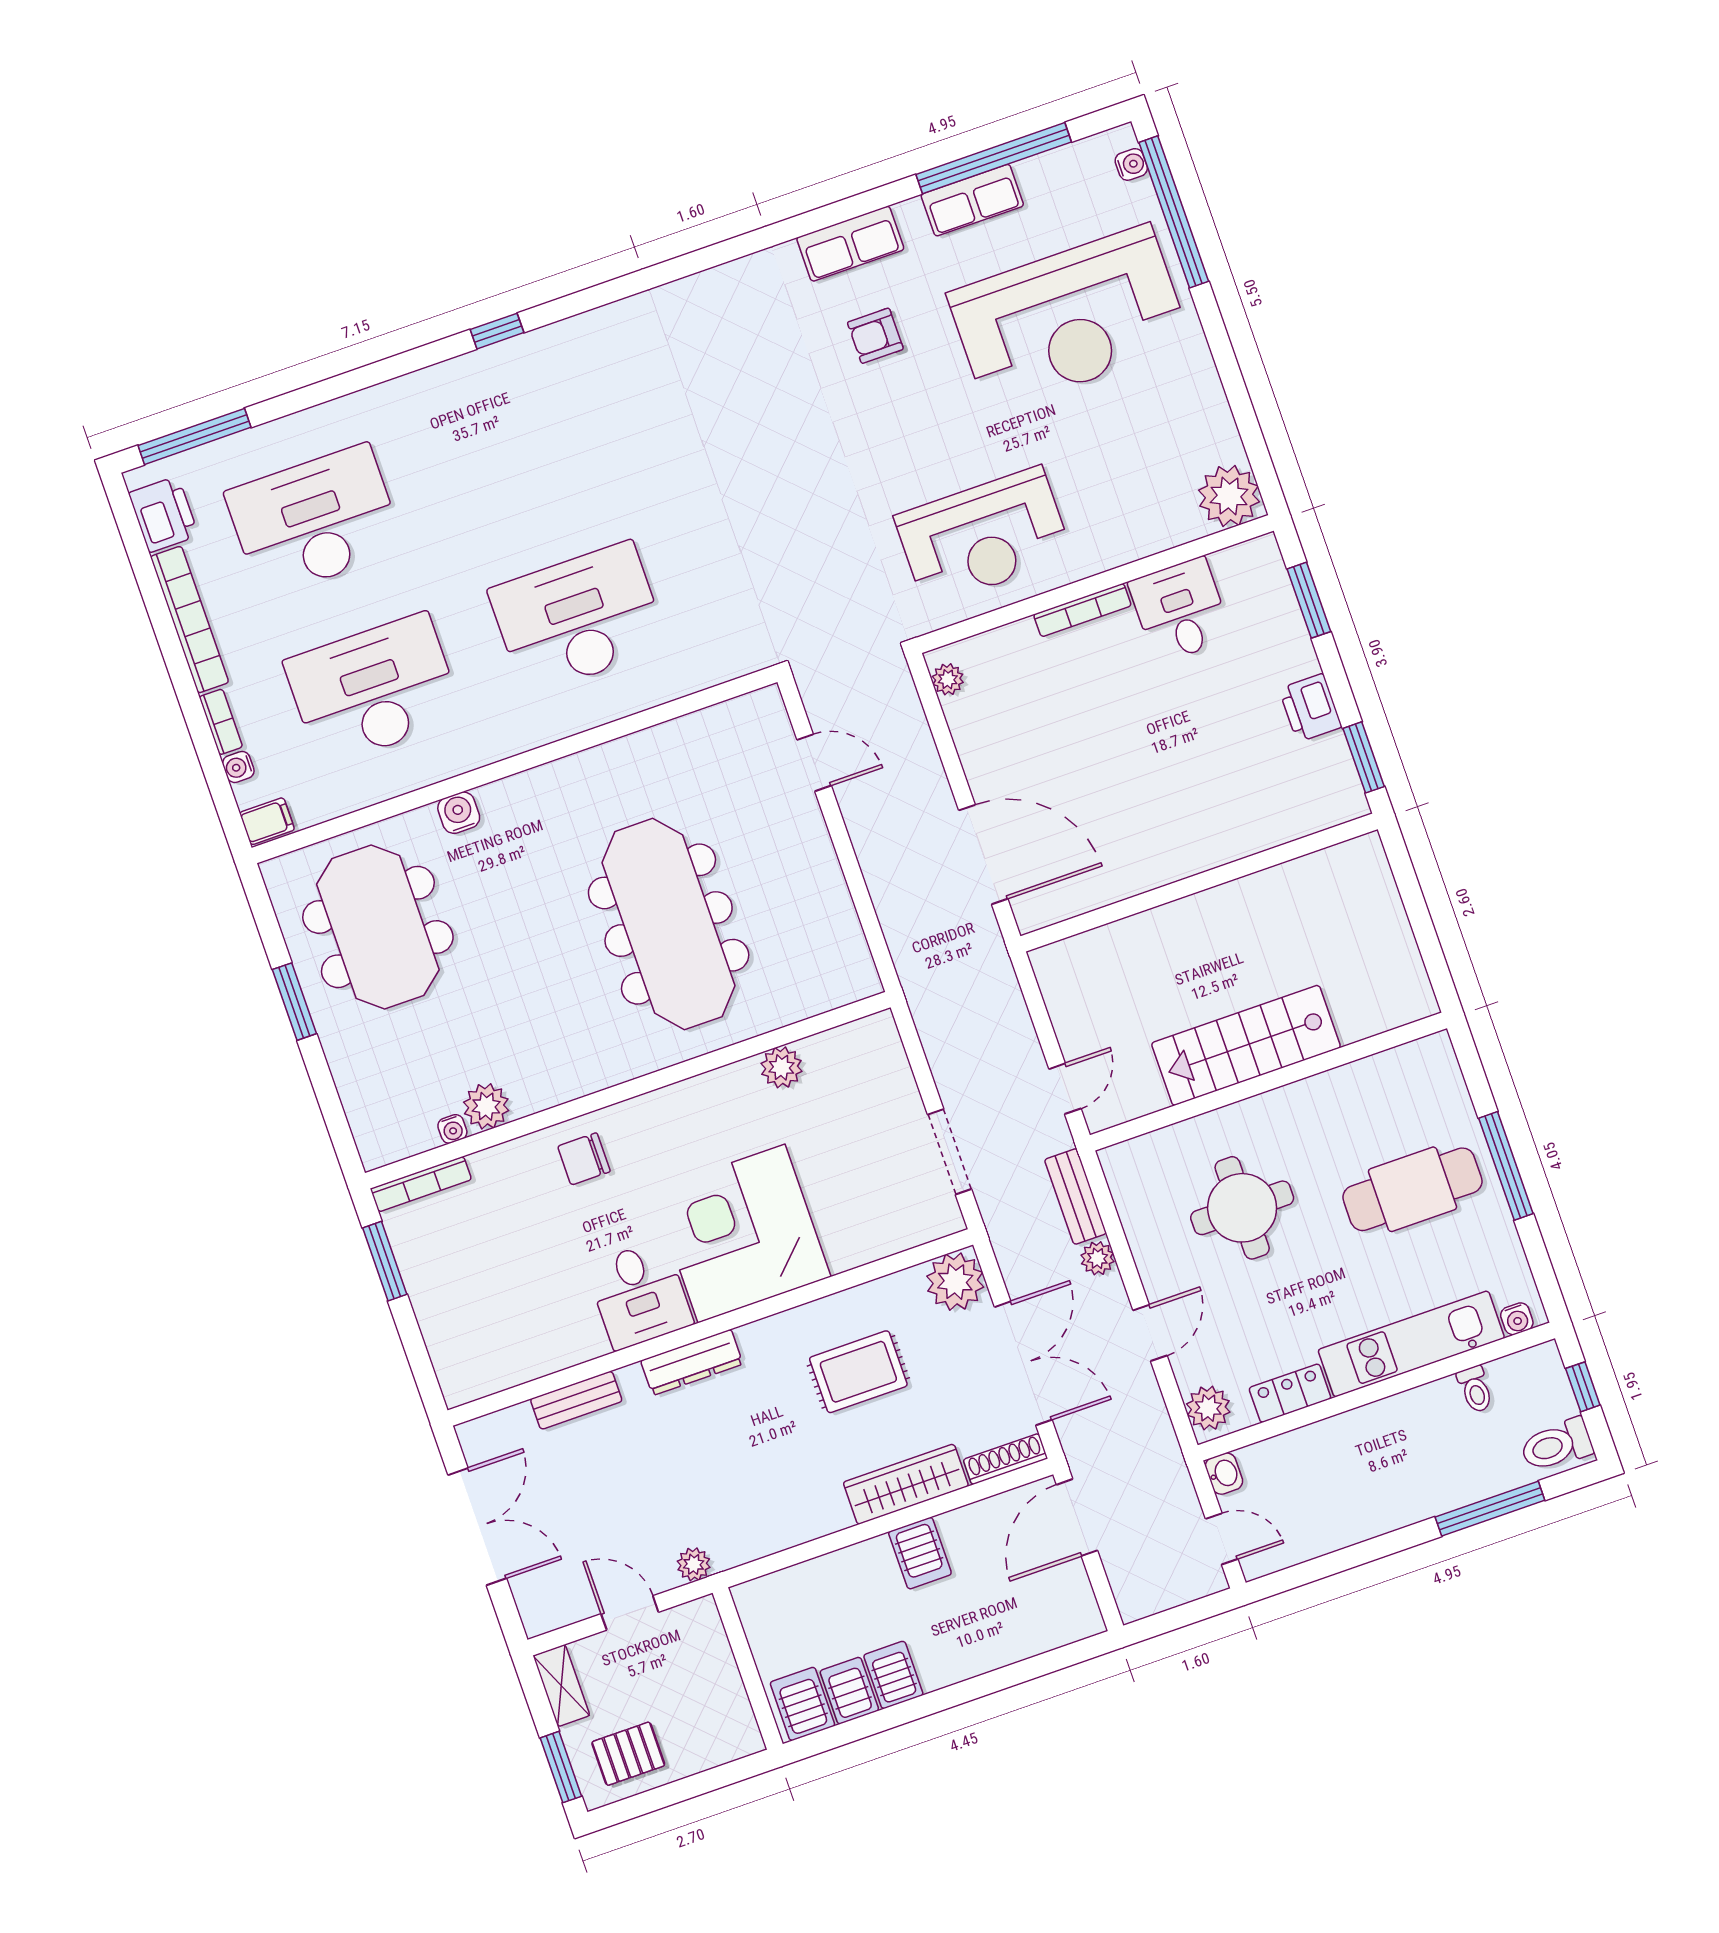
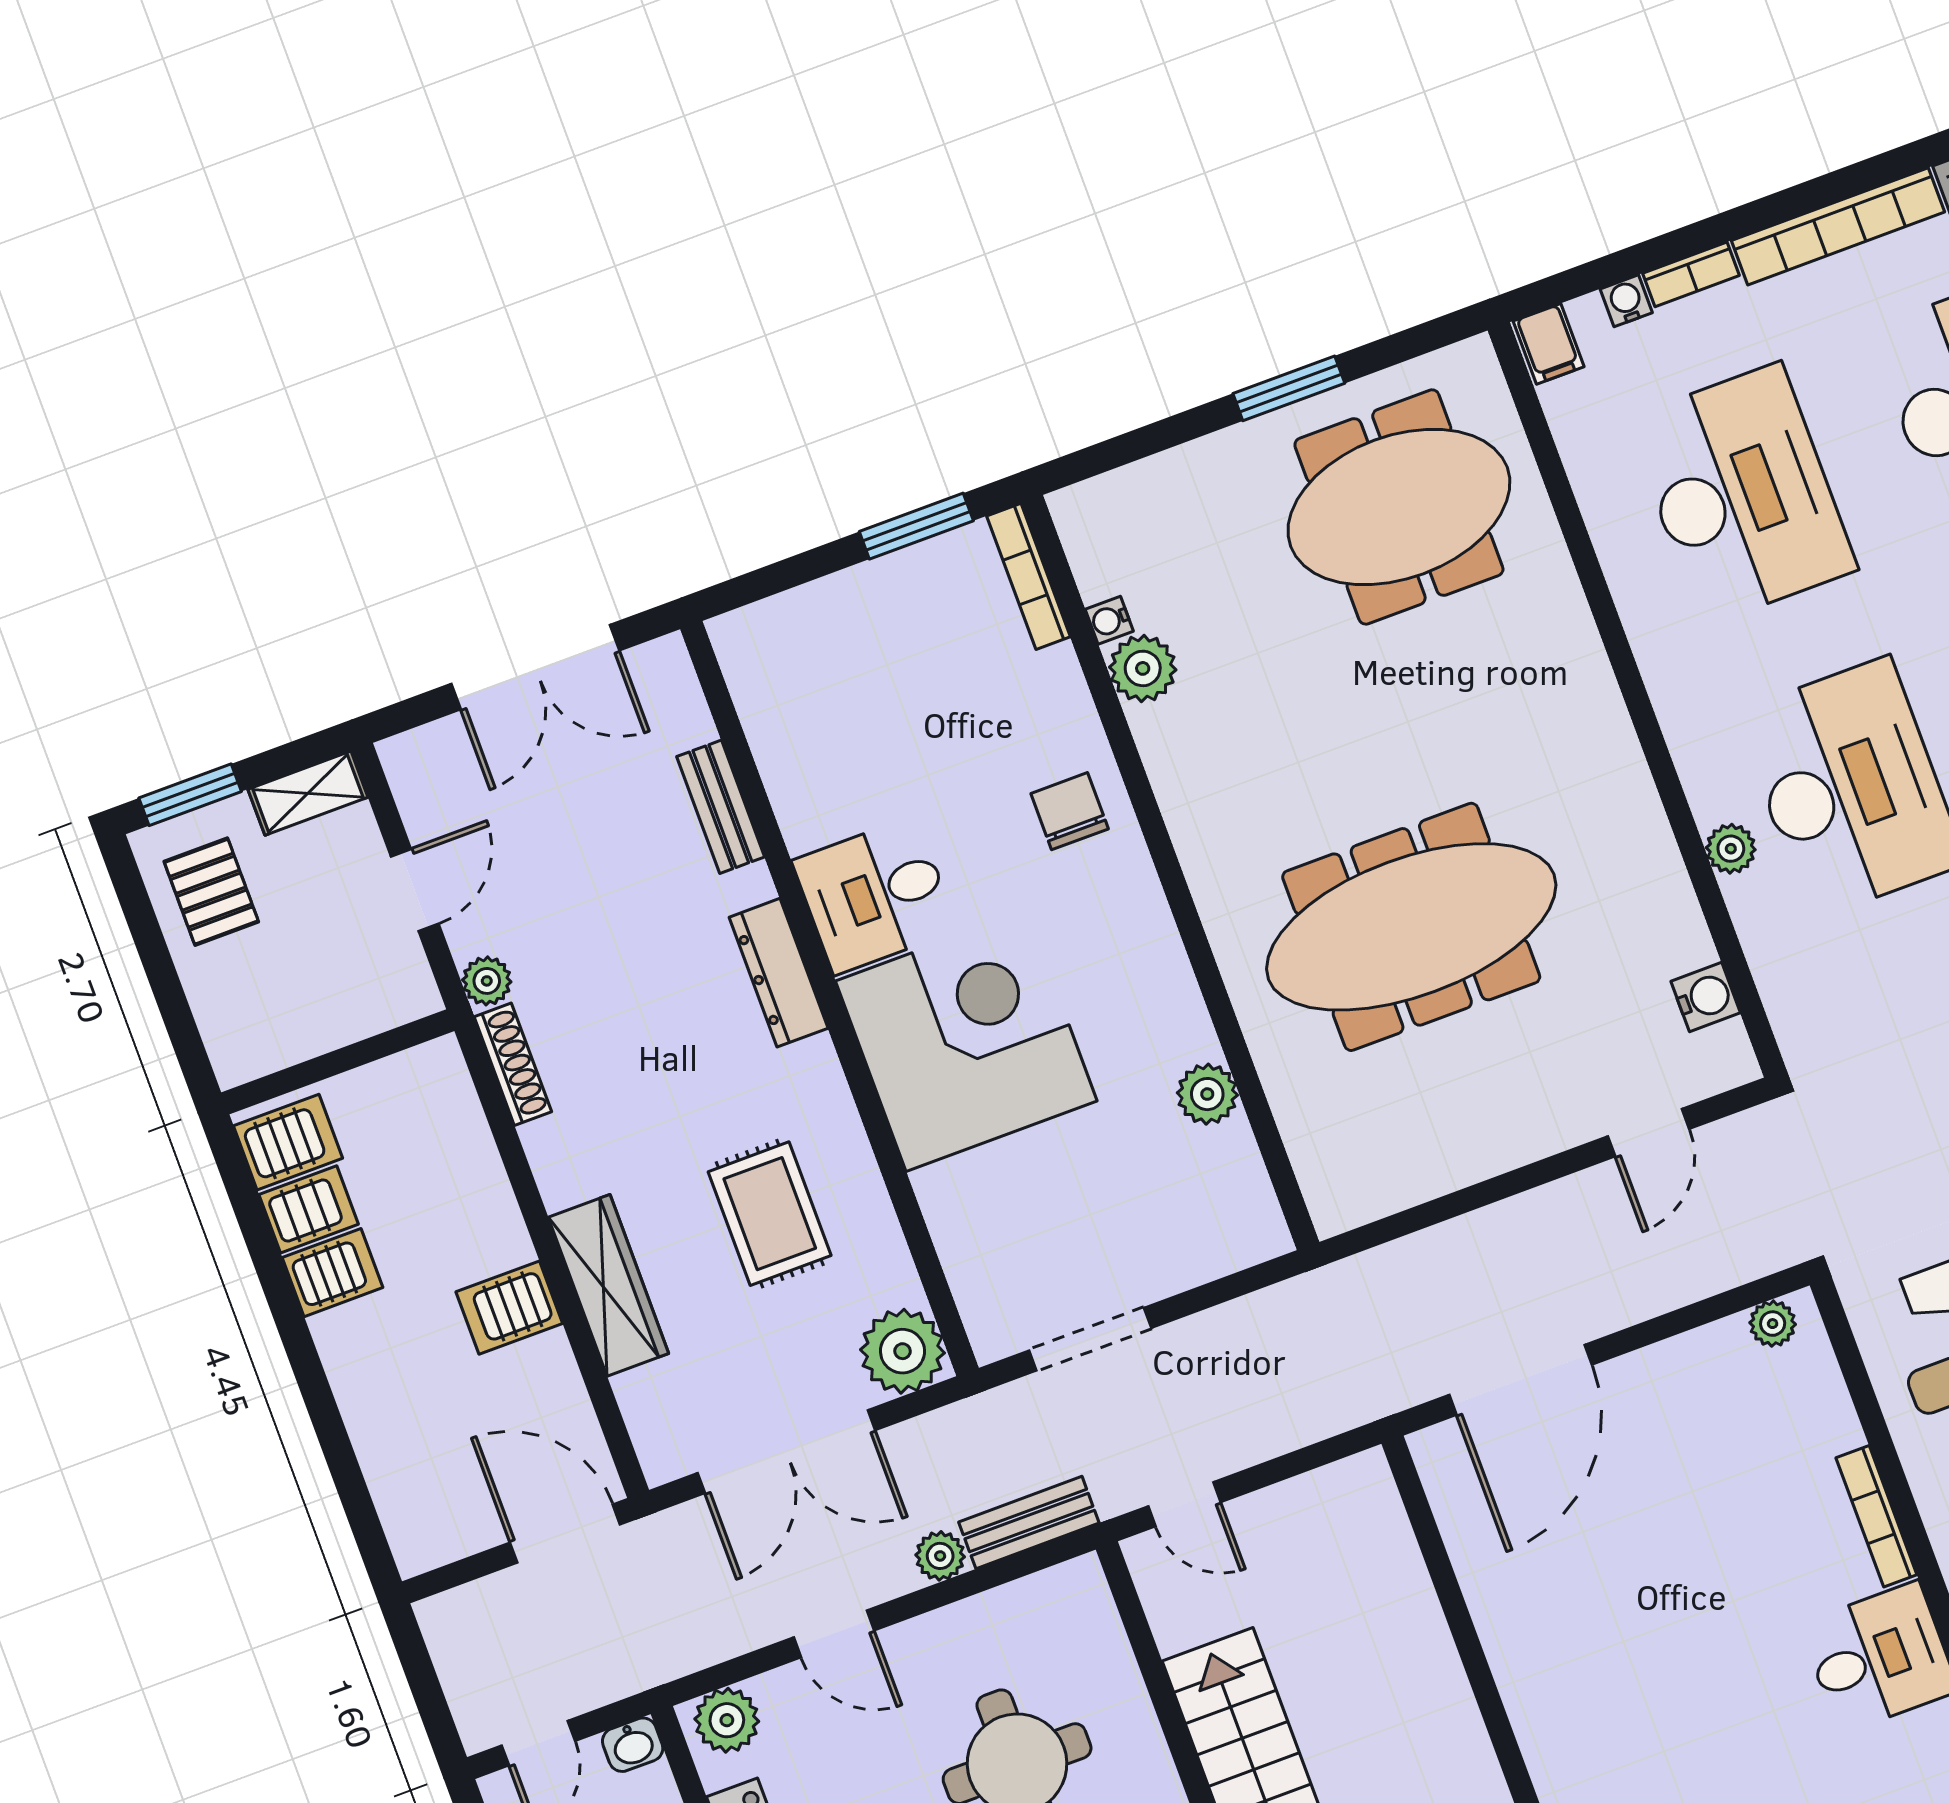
plant: (619, 702) -> (1731, 849), added
water cooler: (459, 813) -> (1706, 997), moved
shoe rack: (1005, 1459) -> (513, 1064), moved

